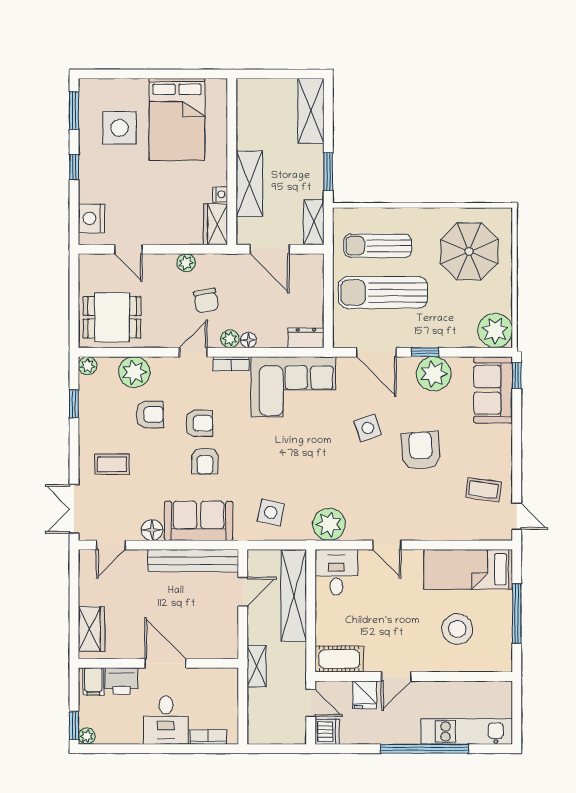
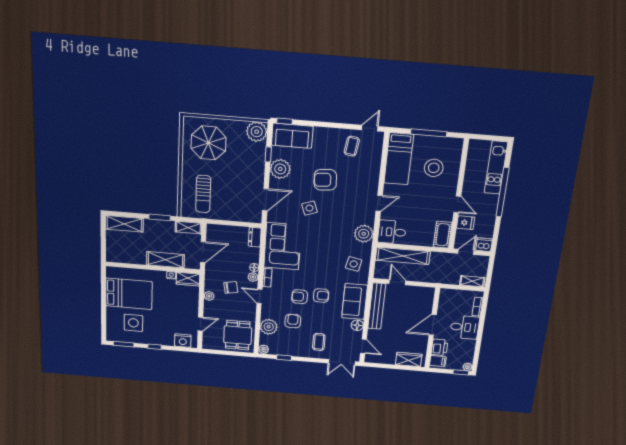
sun lounger: (383, 293) -> (231, 193), removed
window: (425, 352) -> (268, 154), moved
armchair: (199, 423) -> (300, 297), turned -90
shelving: (257, 666) -> (472, 281), moved

